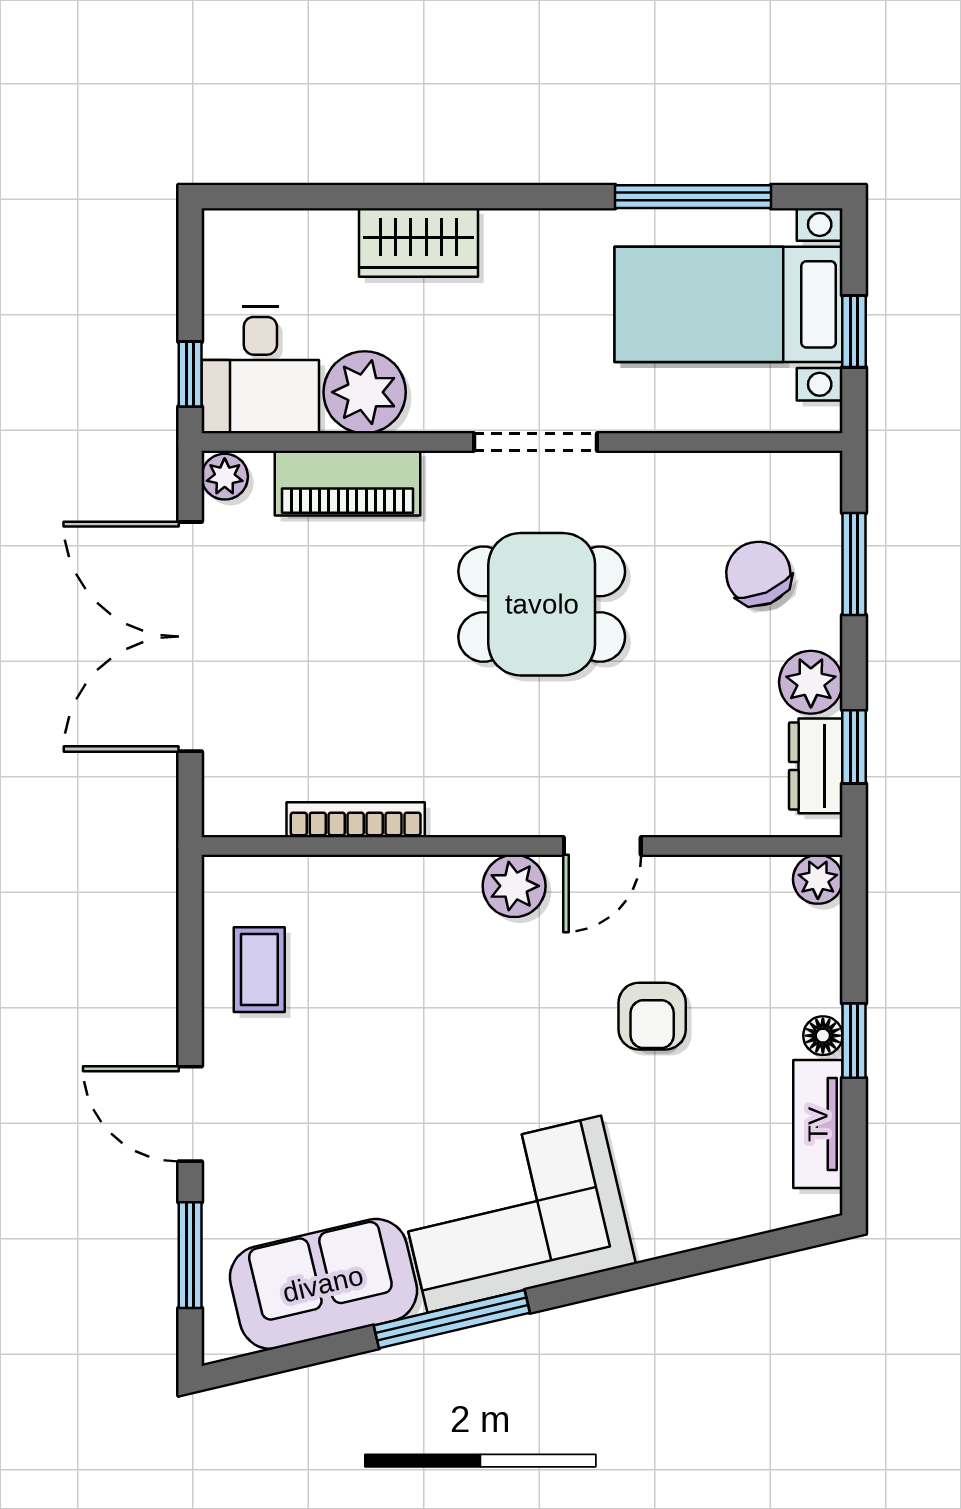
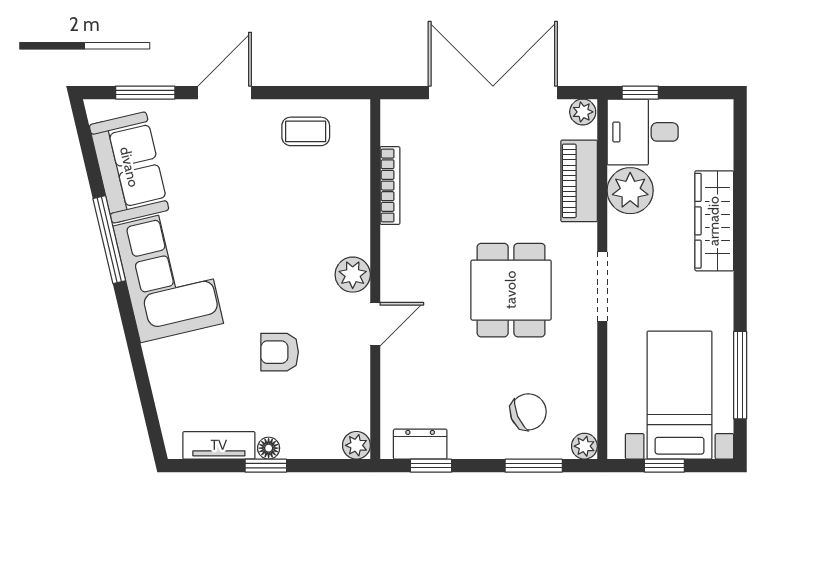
wardrobe: (418, 243) -> (714, 221), width x1.50
plant: (811, 682) -> (584, 446), moved, width x0.73, depth x0.73
door: (602, 846) -> (375, 324), swing flipped

